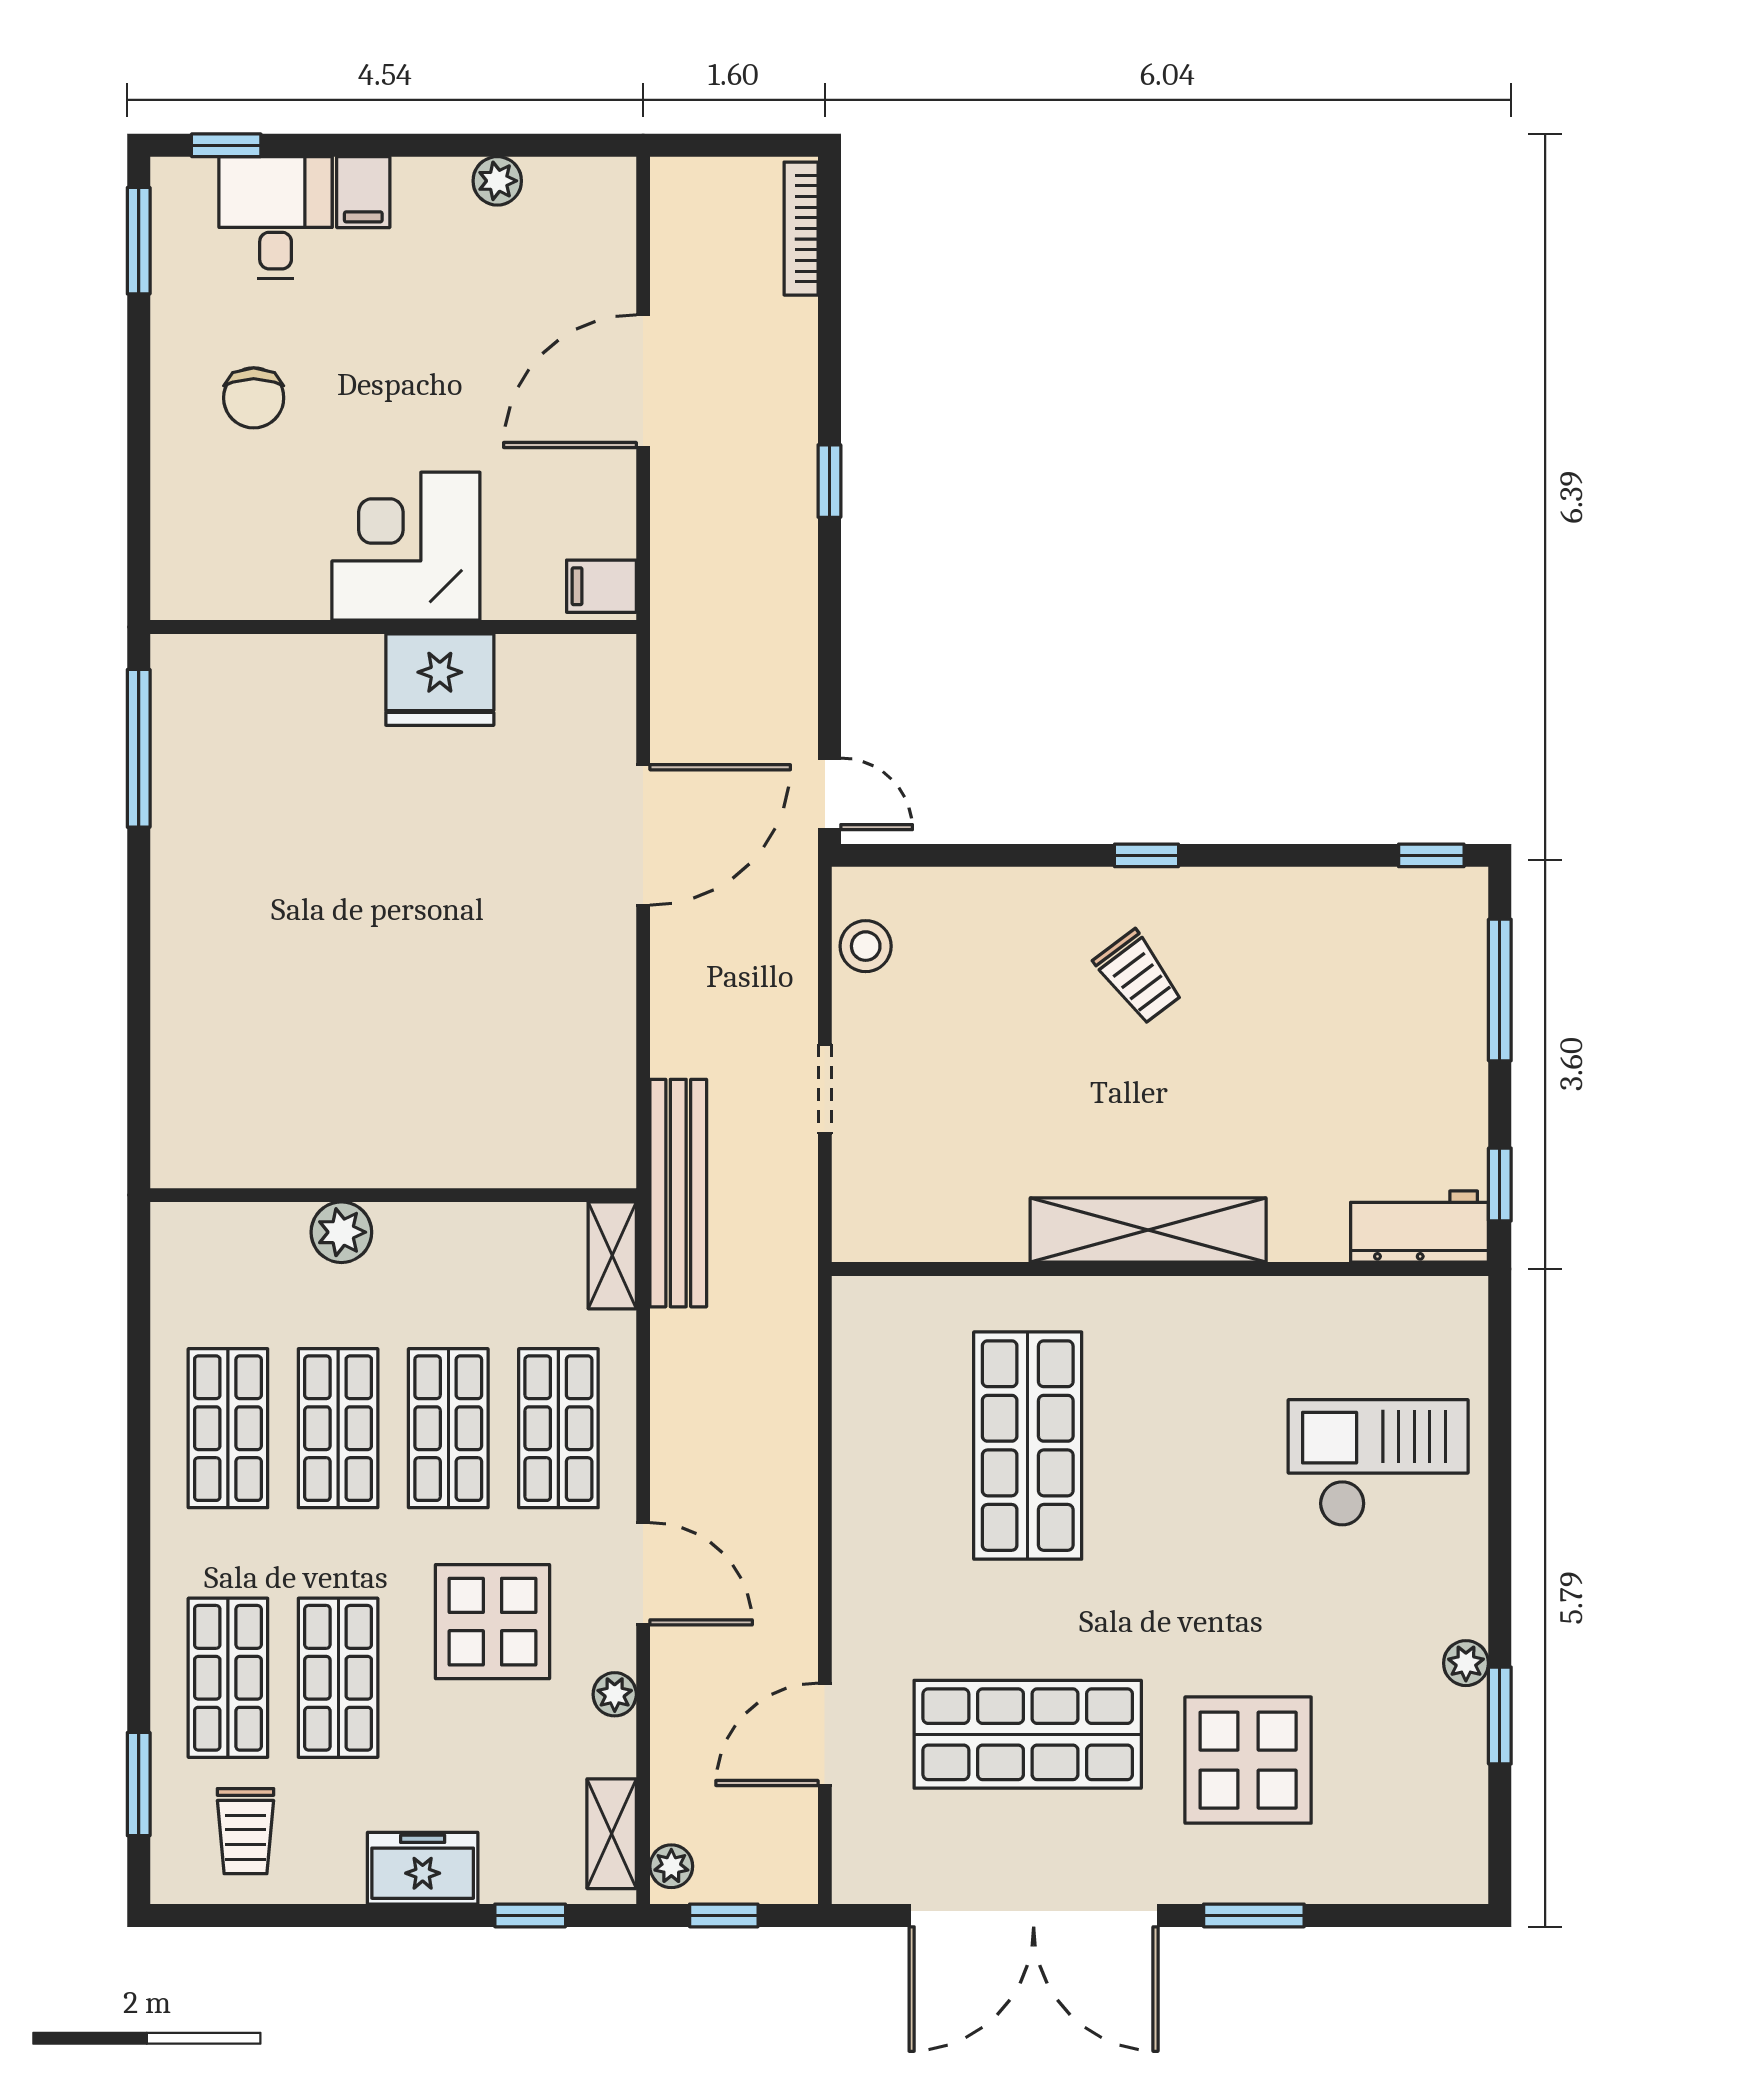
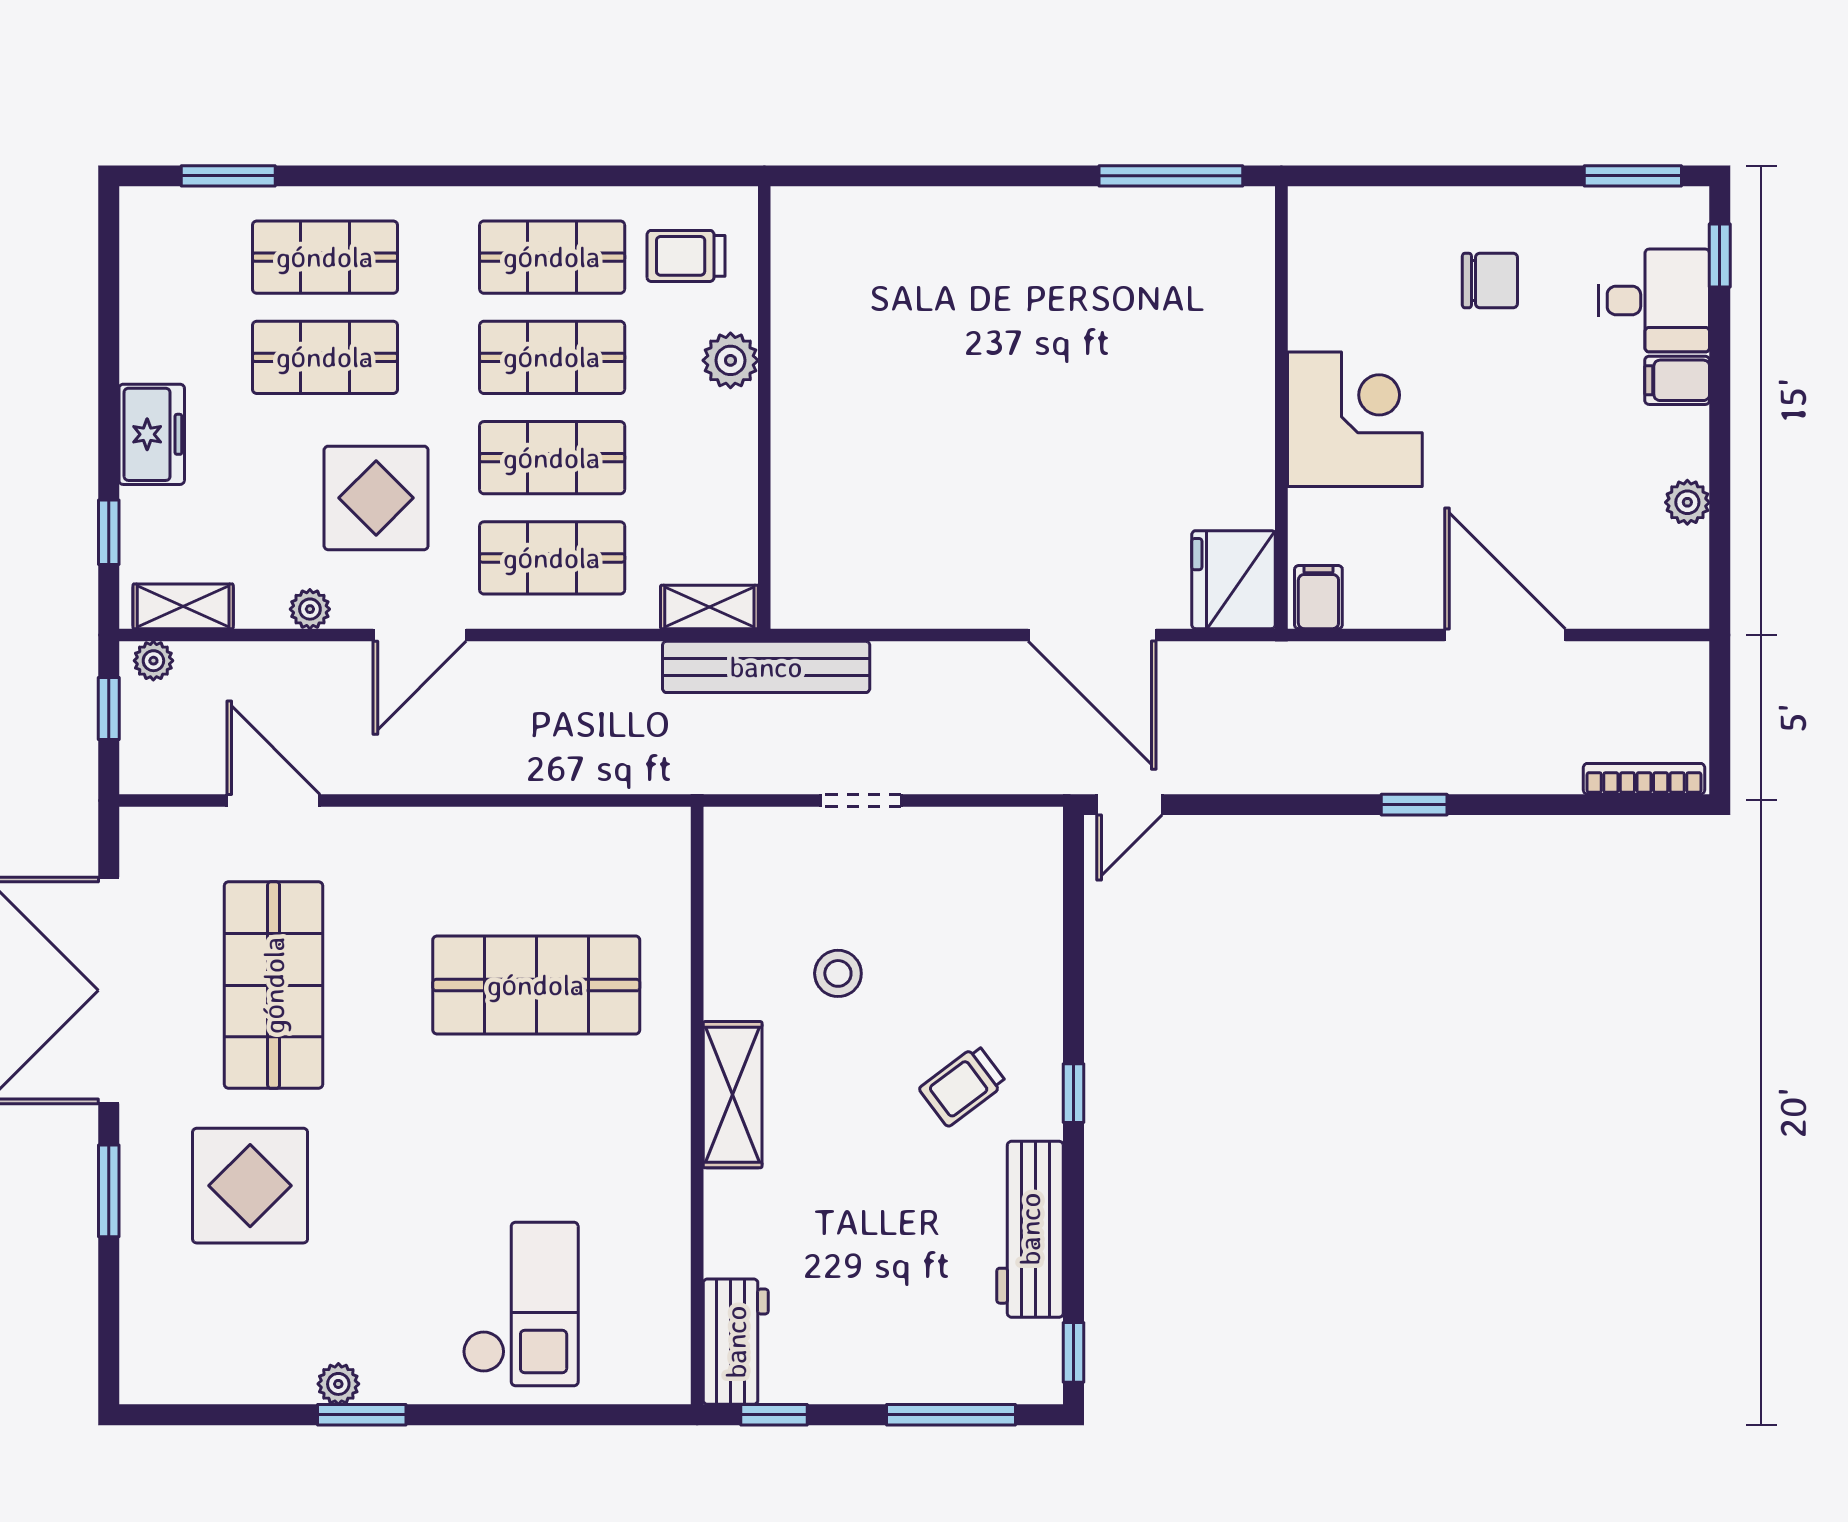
chair: (254, 398) -> (1490, 281), turned 180
fridge: (440, 680) -> (1234, 580), moved
workbench: (1296, 903) -> (1030, 1229), added
stool: (866, 946) -> (838, 973), moved
shelving: (1148, 1230) -> (733, 1095), width x0.68
window: (1500, 1716) -> (362, 1415), moved
trolley: (246, 1831) -> (686, 256), moved

